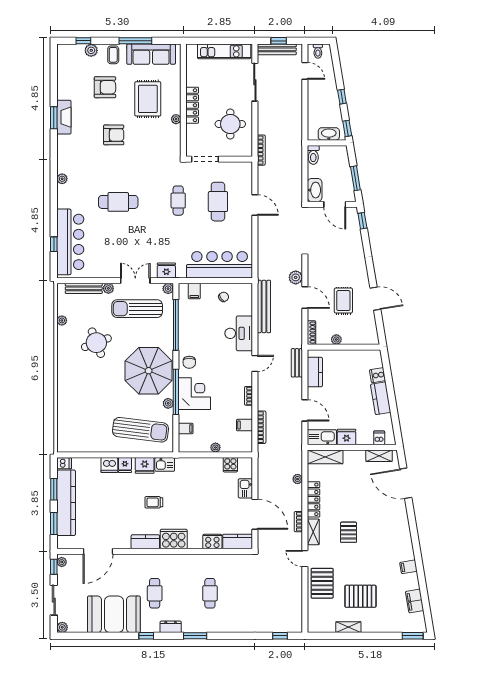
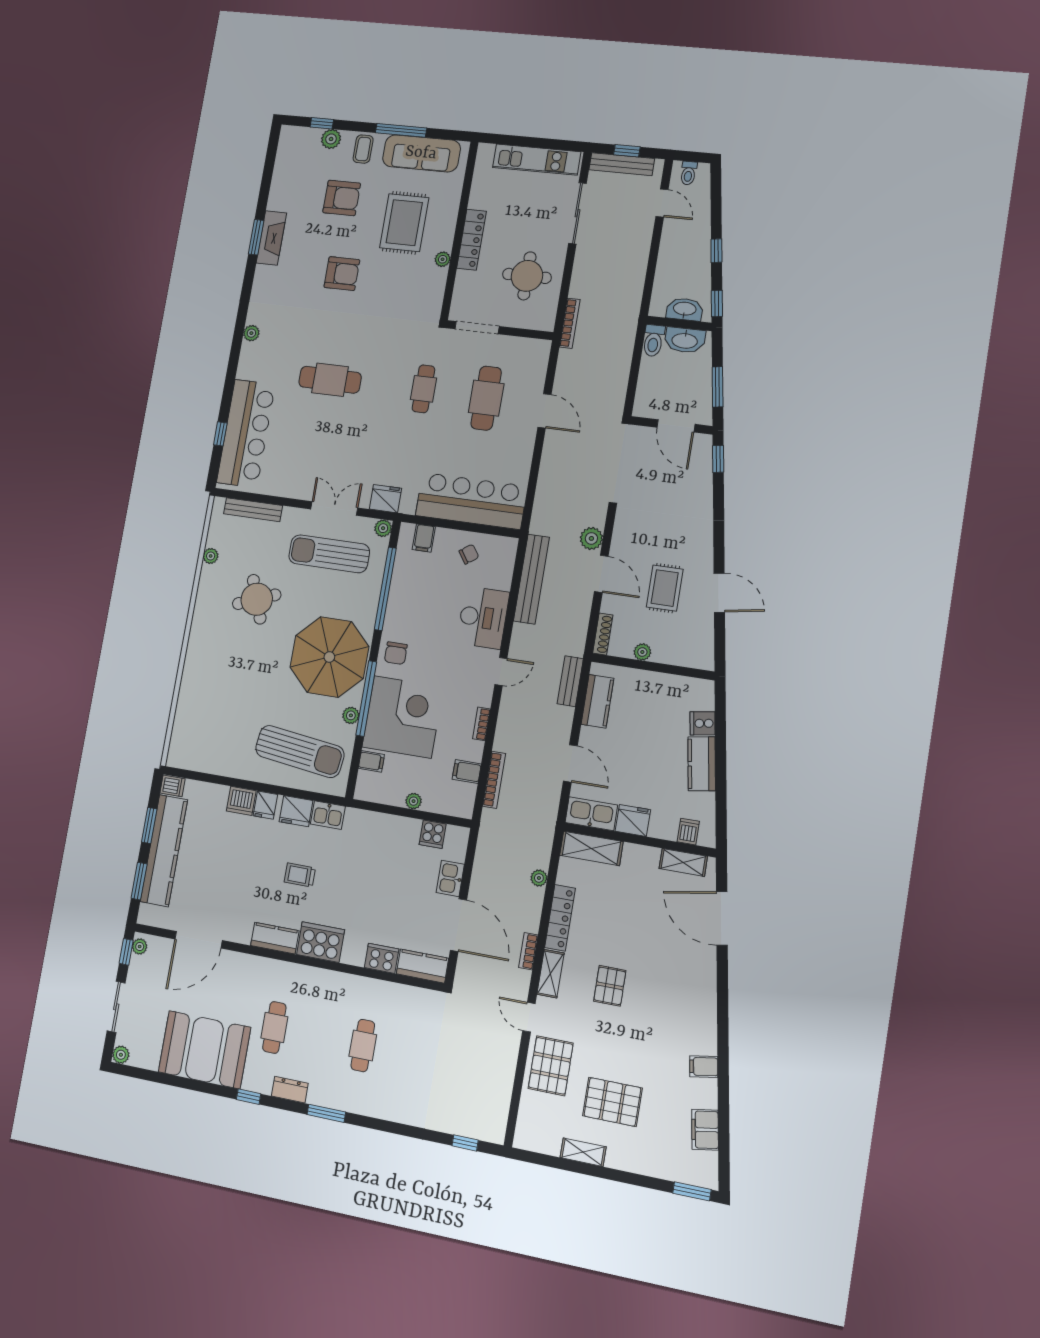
washbasin: (315, 190) -> (685, 340), moved, turned 90
plant: (108, 288) -> (291, 515), removed
corner desk: (194, 394) -> (403, 717), width x1.36, depth x1.36

